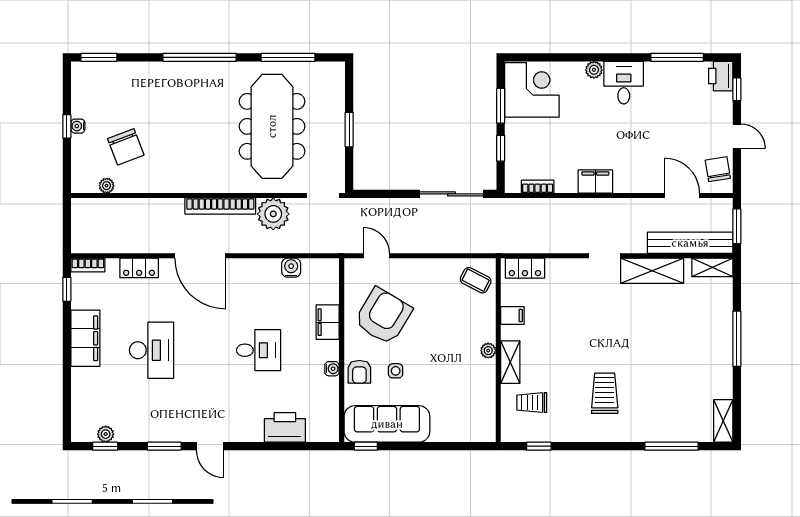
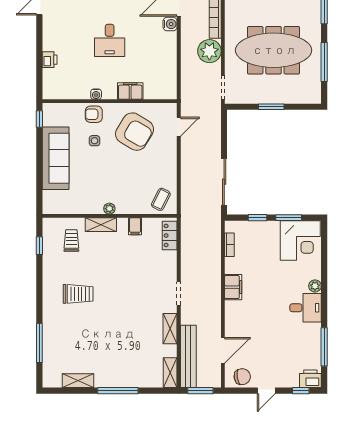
water cooler: (291, 268) -> (170, 24), moved
shelving: (652, 271) -> (170, 329), width x0.67, depth x0.75
shelving: (723, 421) -> (78, 381), moved
sofa: (387, 424) -> (56, 158), moved
printer: (285, 427) -> (50, 60), width x0.53, depth x0.68

